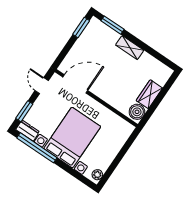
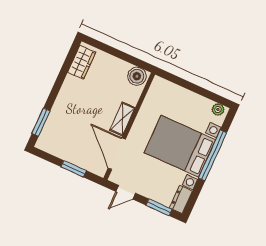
window: (81, 28) -> (74, 169), moved
shelving: (130, 48) -> (122, 119), moved
wardrobe: (149, 94) -> (82, 62), moved, turned -90
window: (37, 148) -> (213, 155), moved

